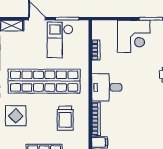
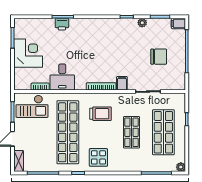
checkout: (60, 40) -> (32, 106), moved
desk: (107, 87) -> (62, 77), moved

